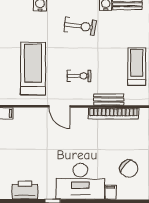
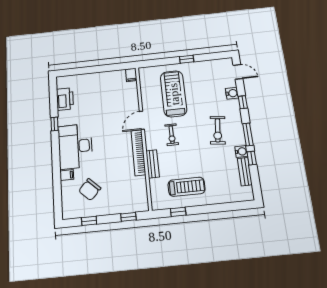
treadmill: (33, 68) -> (174, 94), turned -90
bookcase: (114, 114) -> (138, 153), moved

